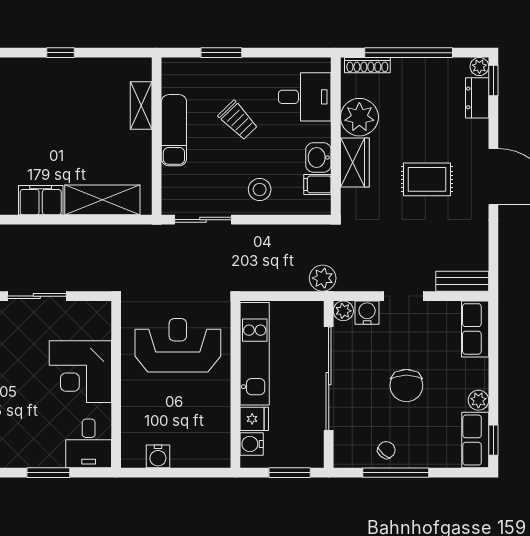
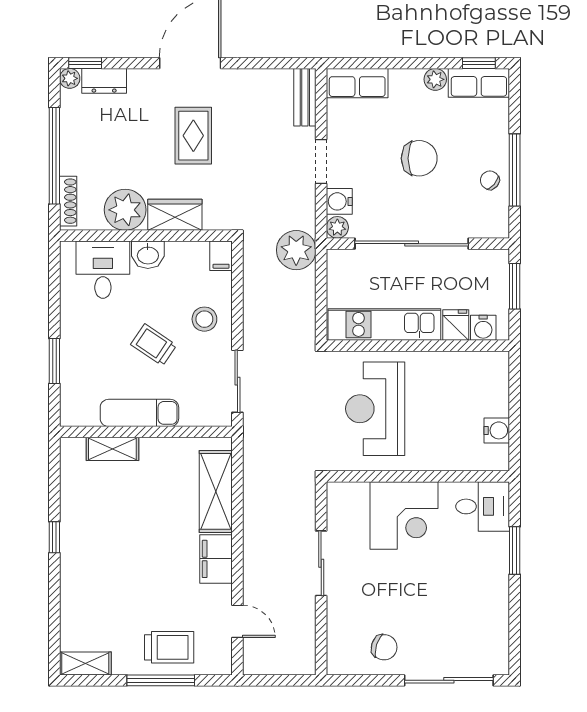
trolley: (238, 120) -> (154, 345), moved, turned -102
washbasin: (318, 157) -> (148, 255), moved
filing cabinet: (317, 184) -> (221, 256), moved
plant: (323, 278) -> (296, 250), width x1.36, depth x1.36

